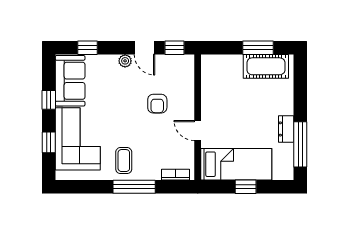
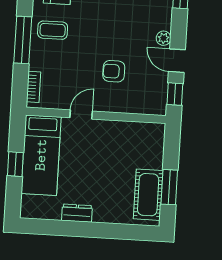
door: (145, 48) -> (177, 61), hinge flipped
window: (300, 144) -> (59, 228), removed

